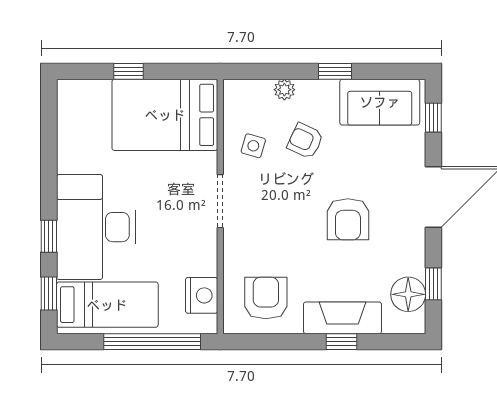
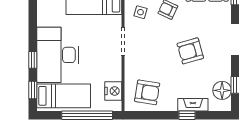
armchair: (348, 219) -> (190, 51), turned 74
armchair: (266, 298) -> (147, 92), turned 99
fireplace: (342, 318) -> (193, 105), width x0.73, depth x0.76

